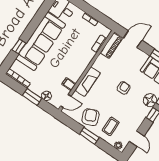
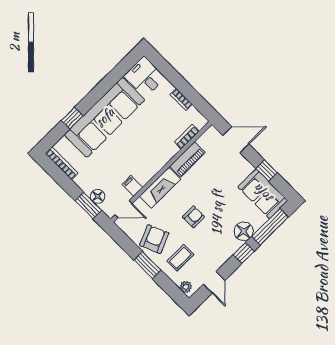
piano: (111, 46) -> (187, 159), moved
armchair: (124, 88) -> (194, 217), moved
window: (32, 97) -> (88, 206), moved

